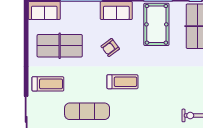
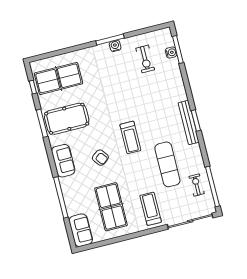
treadmill: (122, 82) -> (130, 137), turned 180

